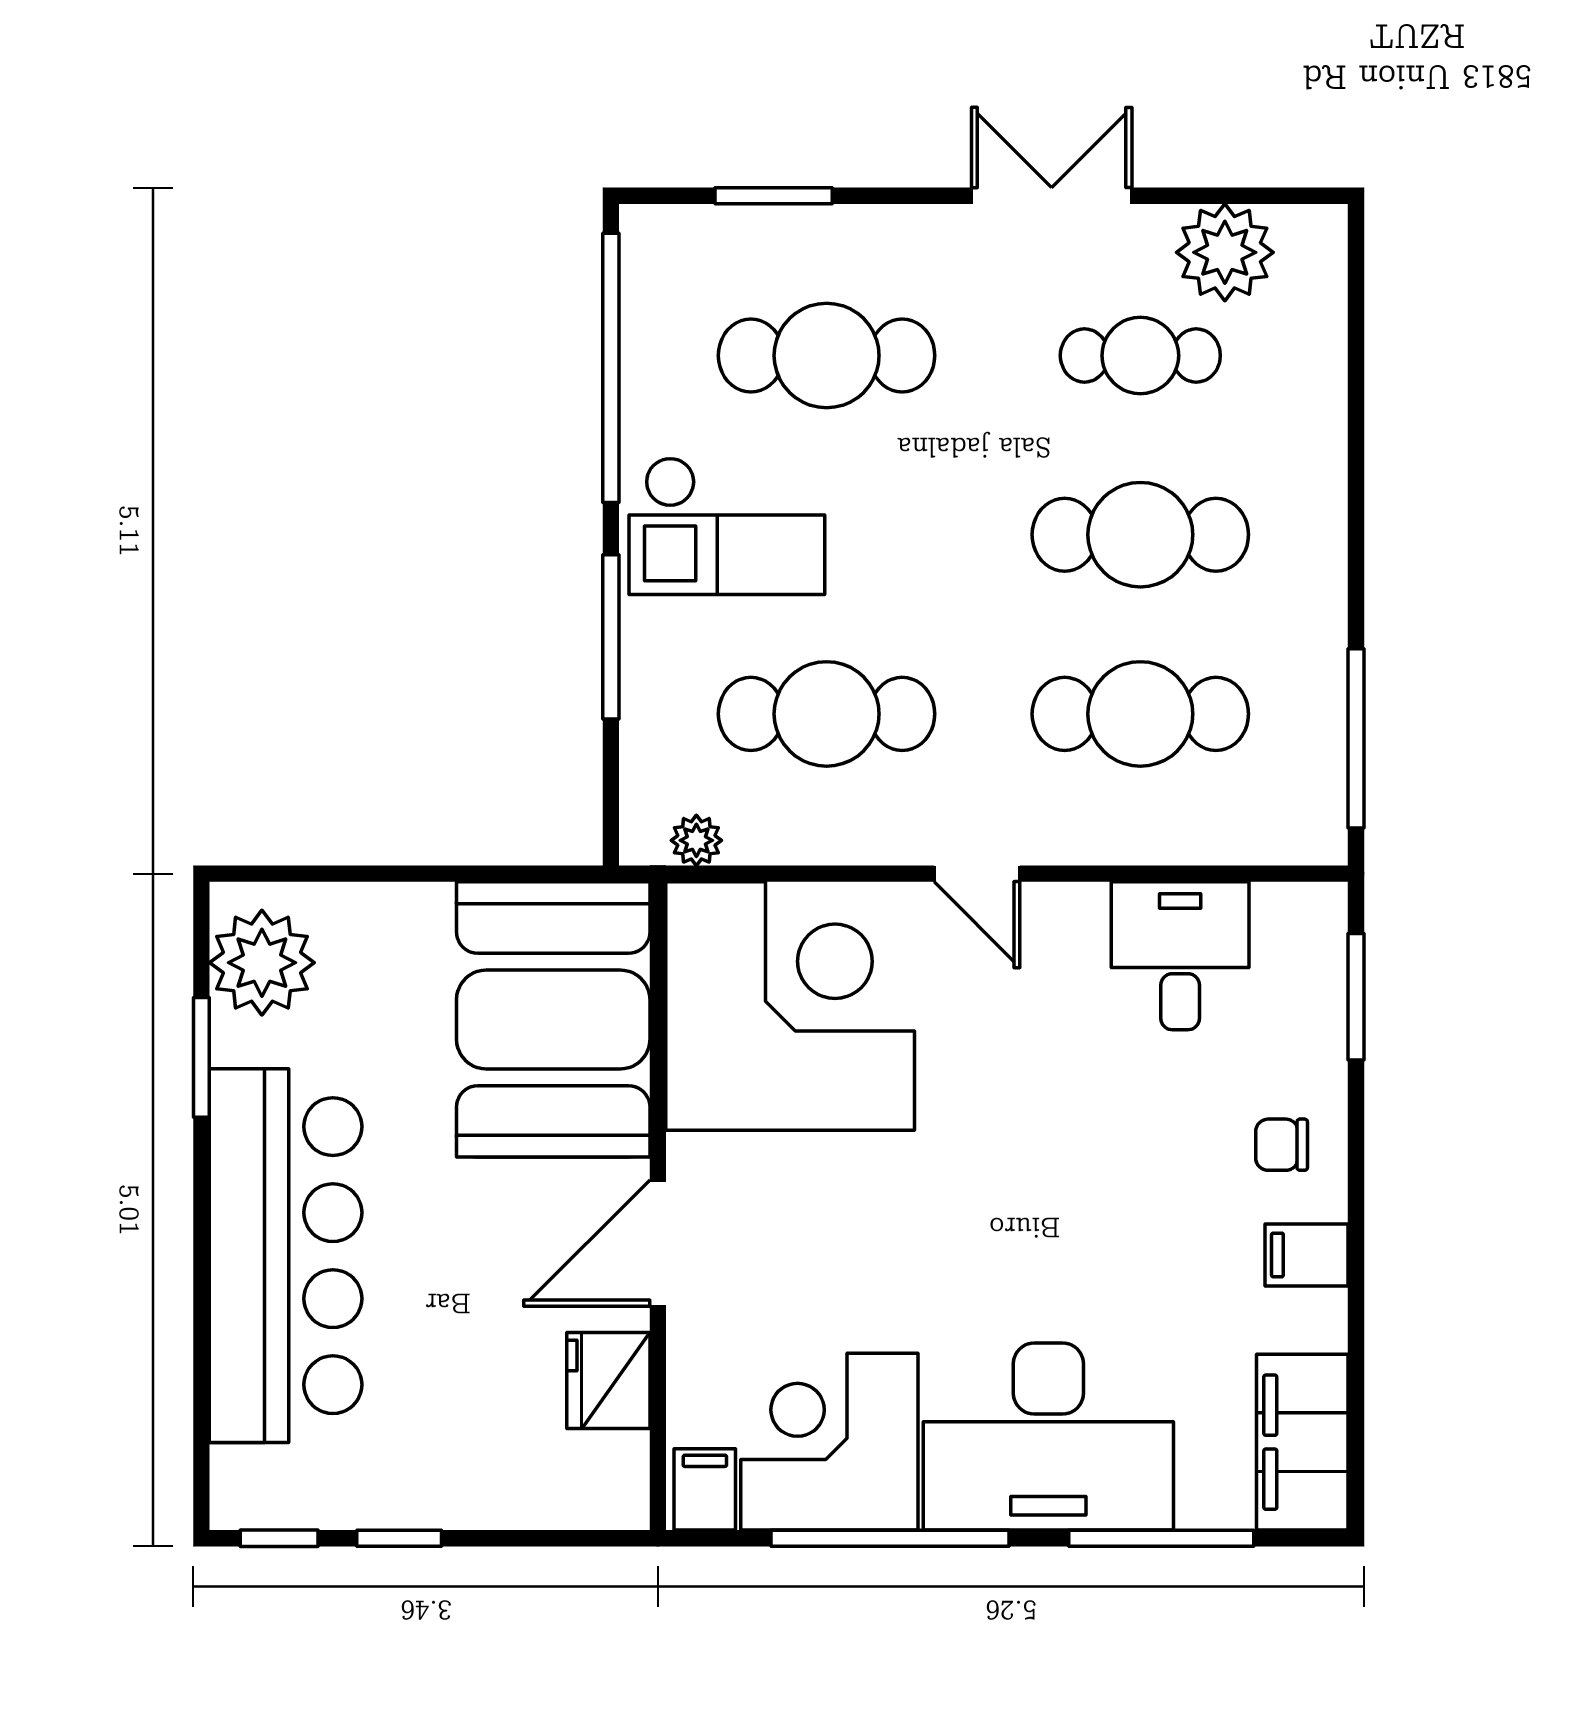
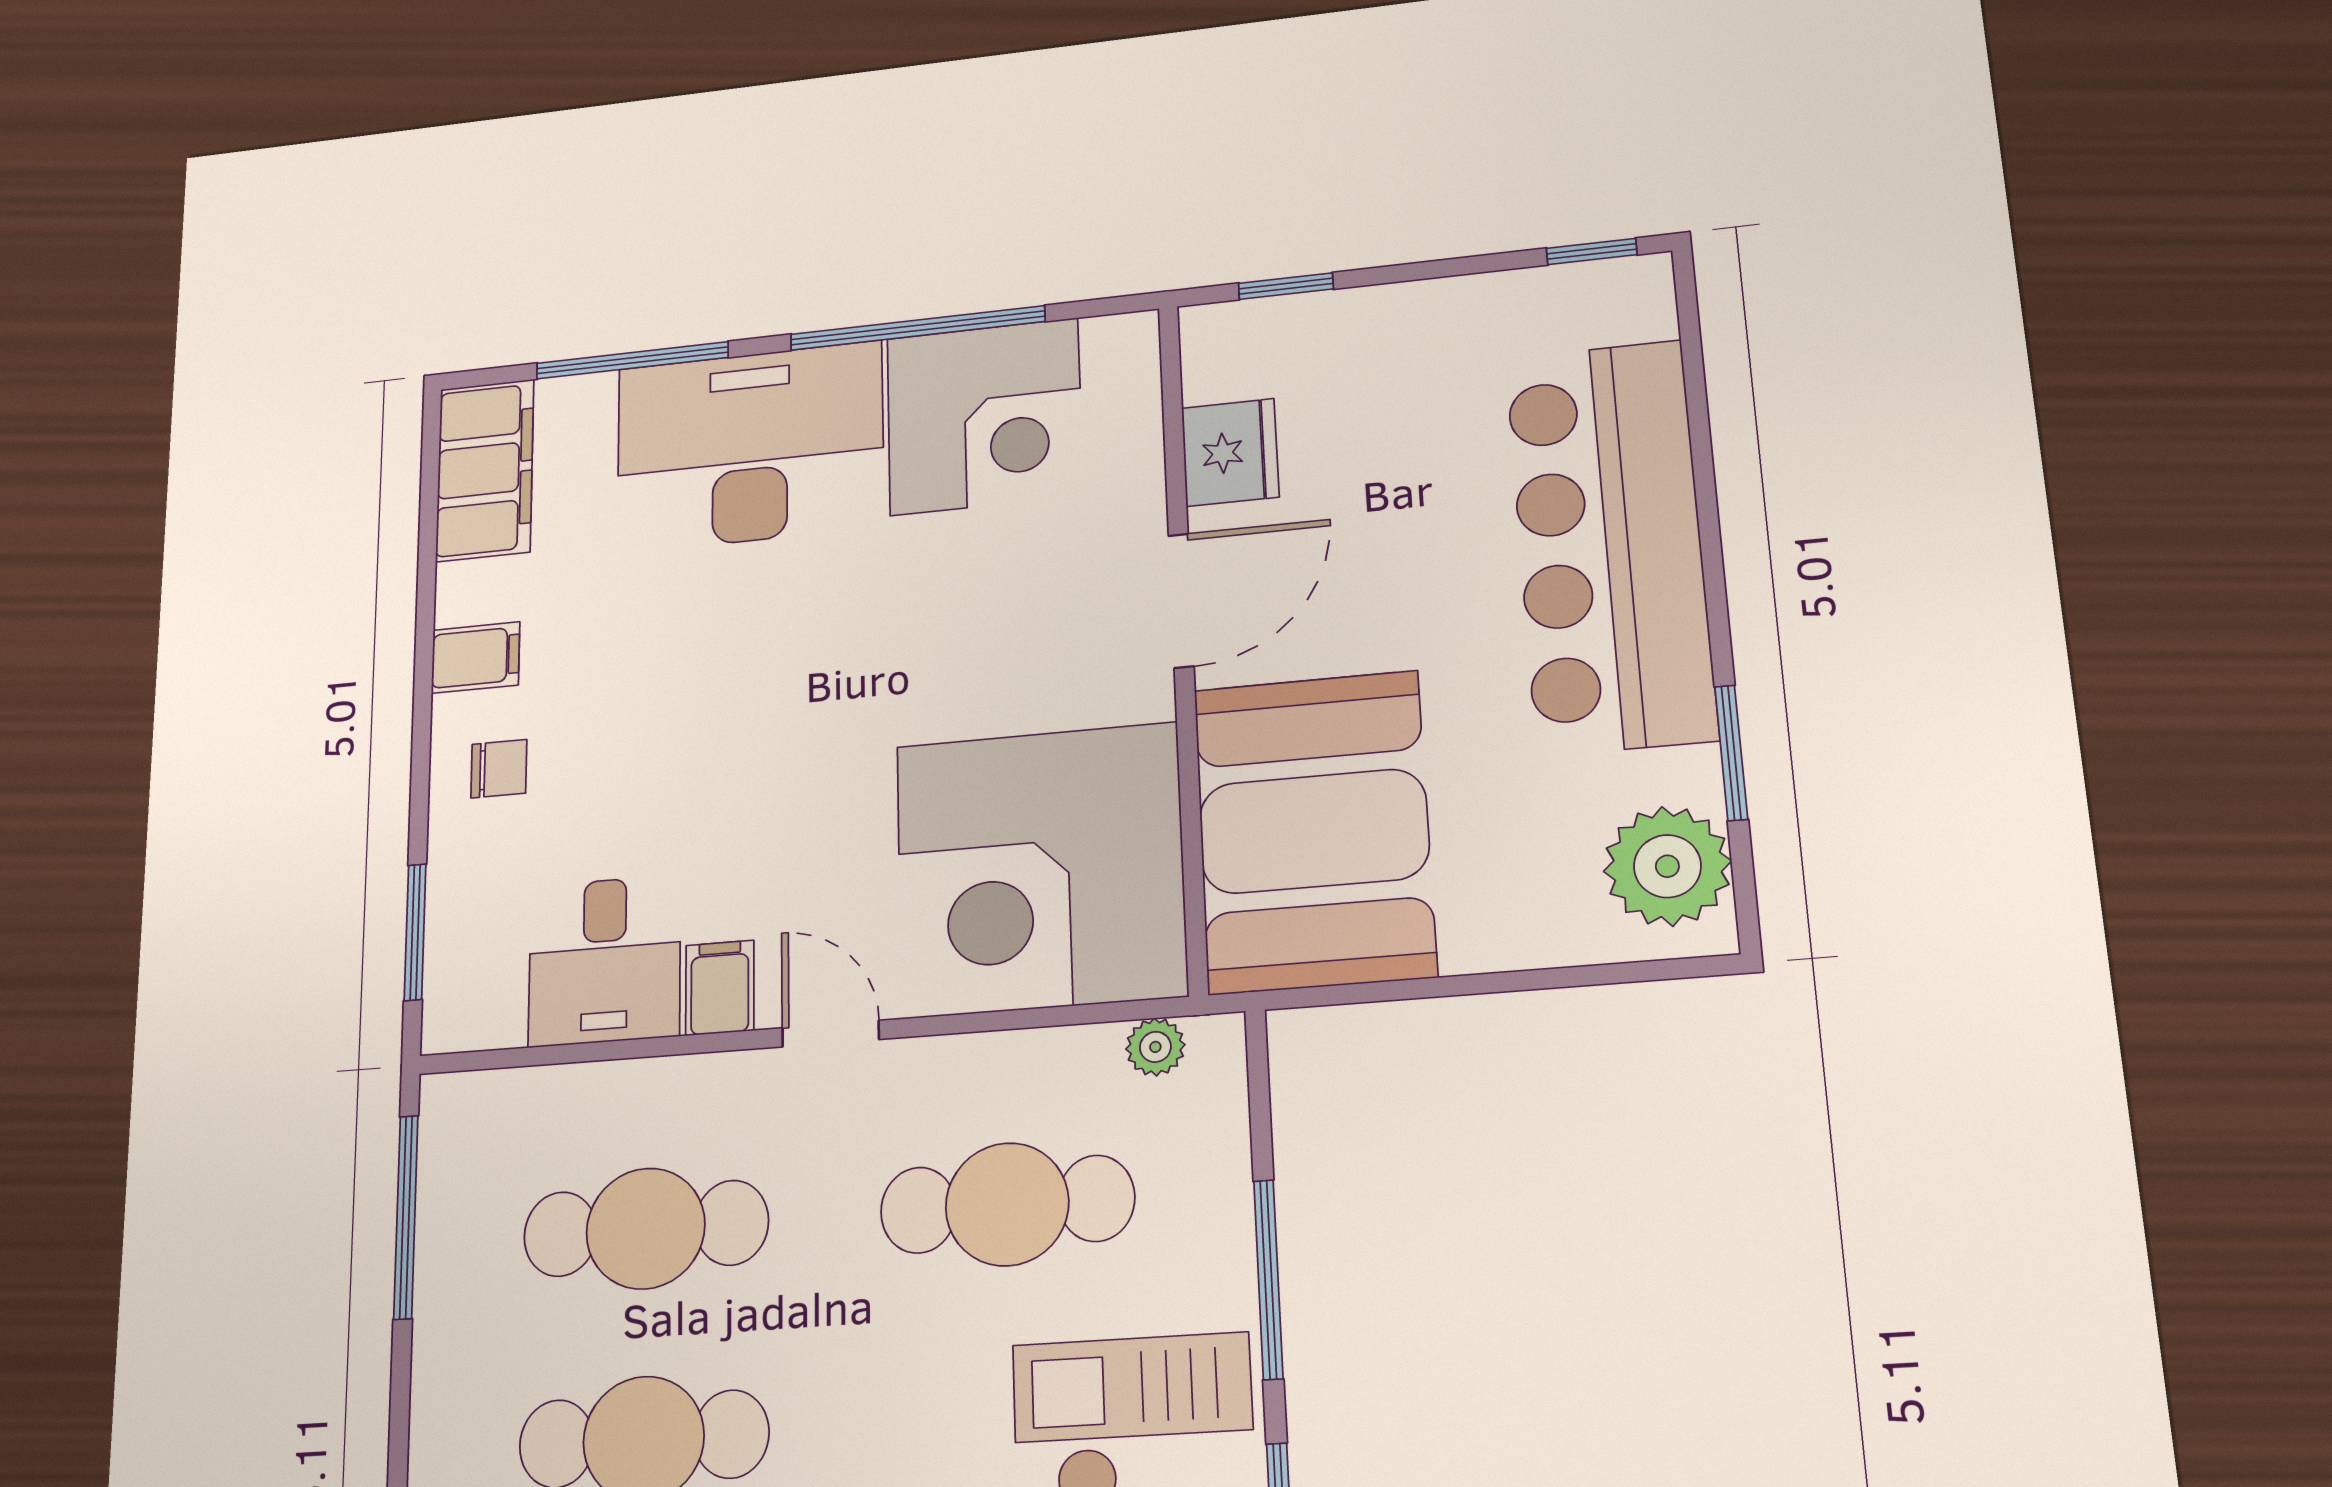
filing cabinet: (705, 1489) -> (720, 988), moved, turned 180
window: (399, 1538) -> (1286, 286), moved

